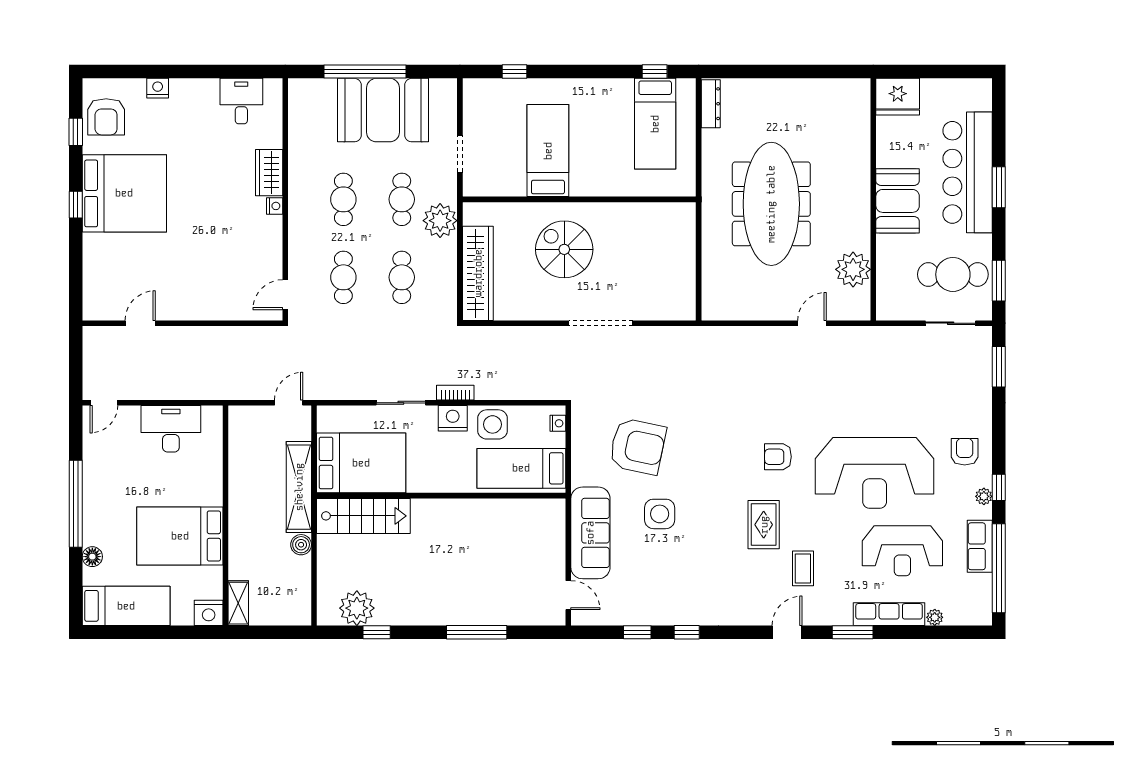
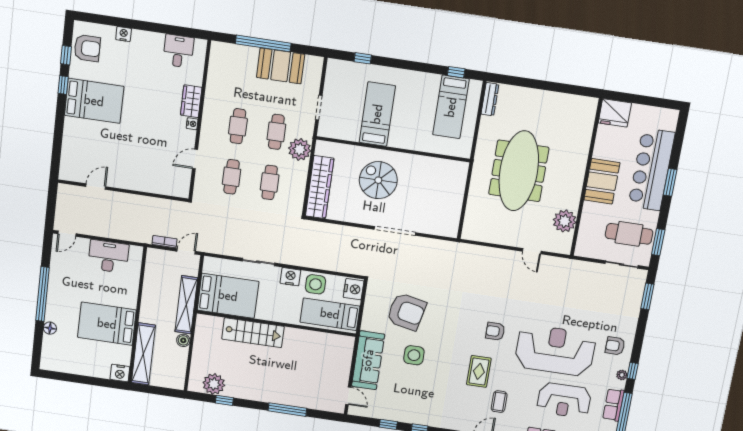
booth: (383, 110) -> (281, 66), width x0.73, depth x0.70
armchair: (106, 117) -> (87, 48), turned -90
bed: (124, 193) -> (94, 101), width x0.73
window: (76, 205) -> (63, 85), moved
door: (285, 295) -> (195, 159), moved
door: (812, 323) -> (532, 251), swing flipped
bookcase: (455, 393) -> (165, 242), moved
nightstand: (558, 423) -> (354, 289), width x1.89, depth x1.79
armchair: (965, 452) -> (615, 346), turned -90
reception desk: (875, 473) -> (555, 350), turned 180
stairs: (363, 516) -> (253, 333), moved
shelving: (238, 603) -> (143, 354), width x2.20, depth x1.33
bed: (126, 606) -> (68, 361), removed

